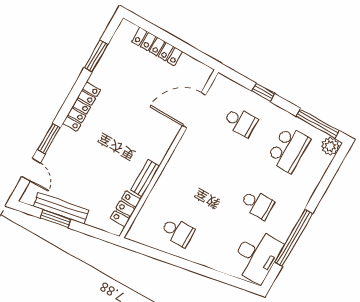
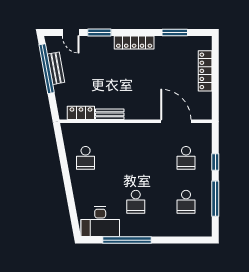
window: (318, 124) -> (215, 199), moved
plant: (330, 146) -> (205, 229), removed
school desk: (288, 149) -> (186, 202), width x0.54
door: (31, 170) -> (71, 33), hinge flipped
bench: (61, 208) -> (56, 68), width x0.73
window: (56, 219) -> (47, 69), width x2.11

